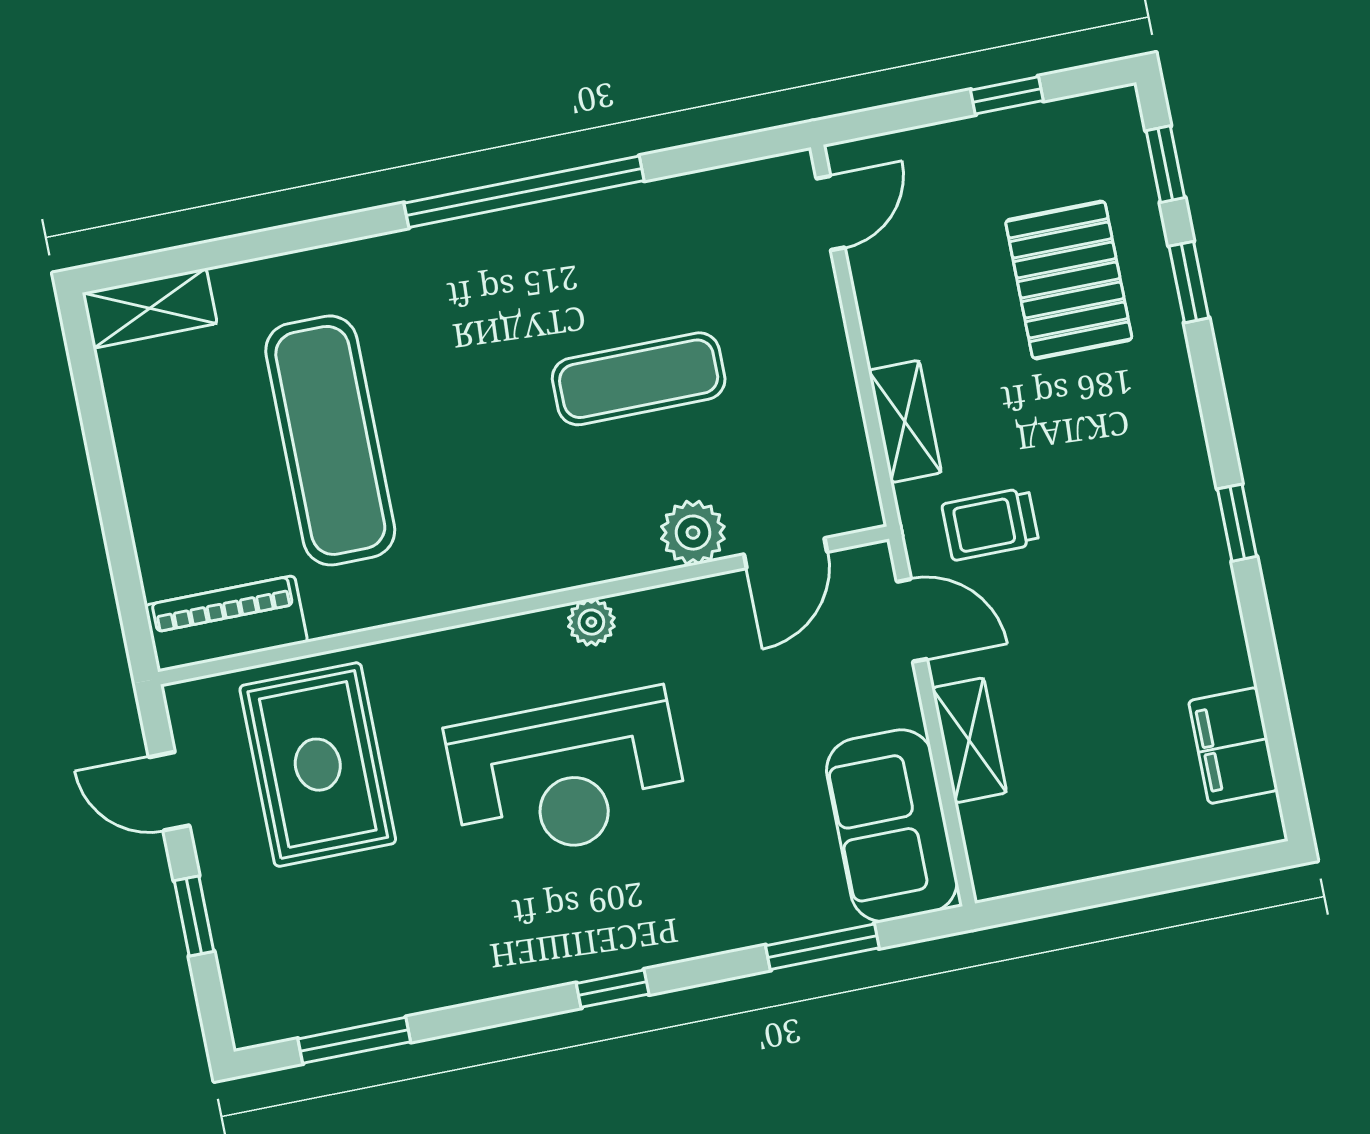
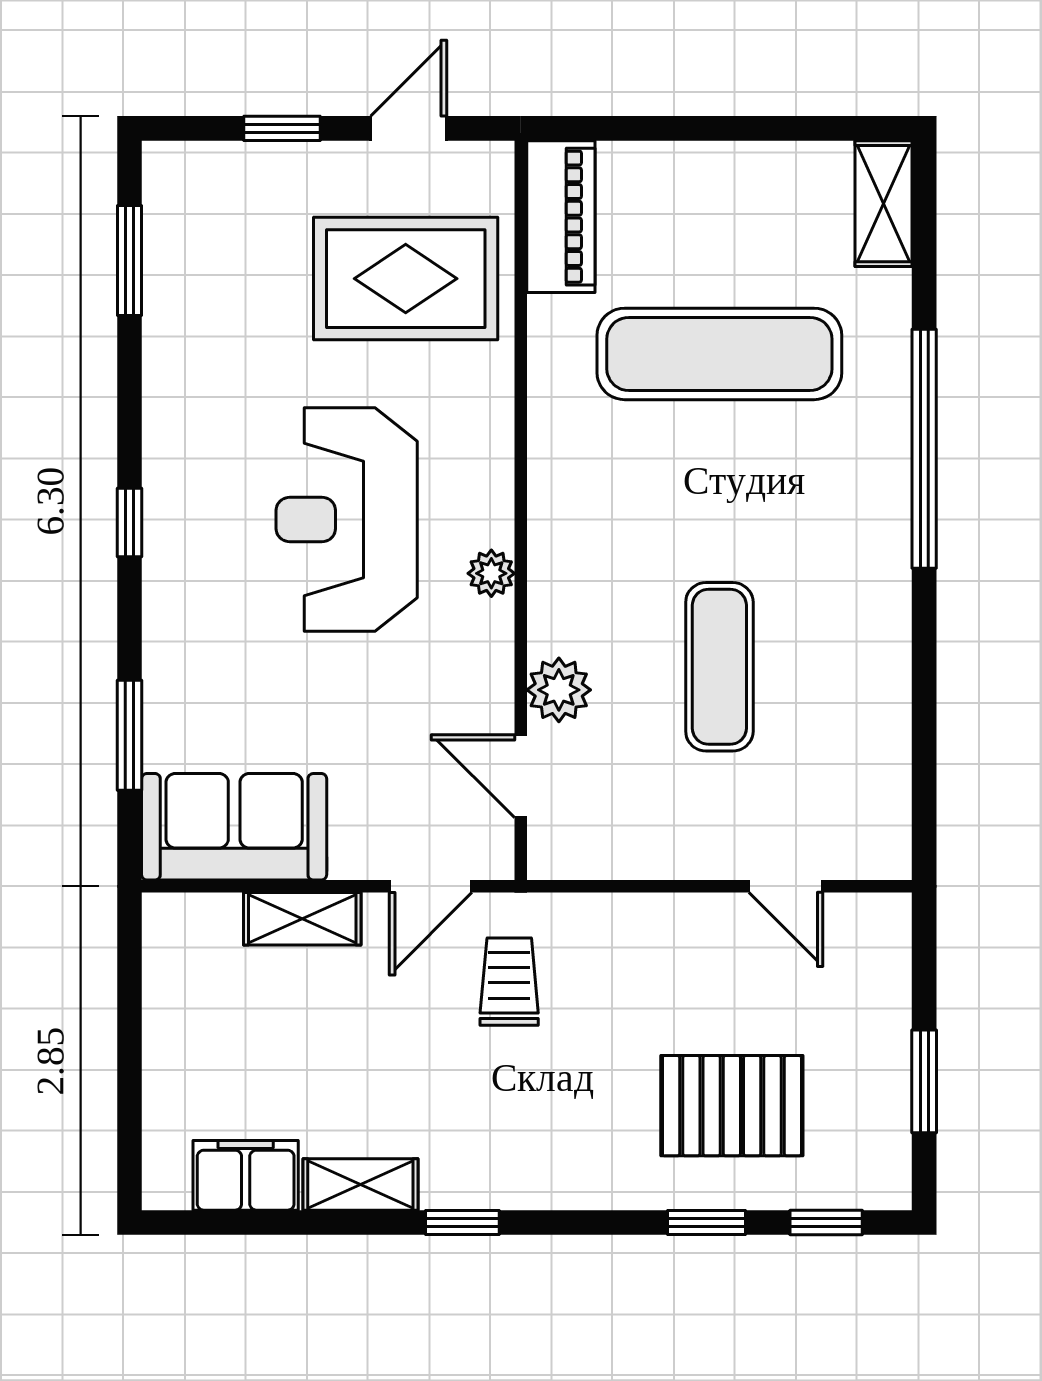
window: (1007, 95) -> (924, 1081), width x1.50
window: (524, 192) -> (924, 449), moved
door: (831, 213) -> (786, 886), moved
shelving: (905, 421) -> (360, 1184), moved

